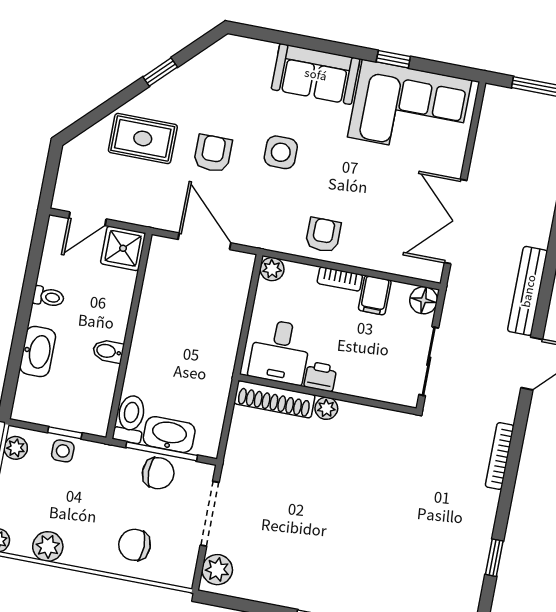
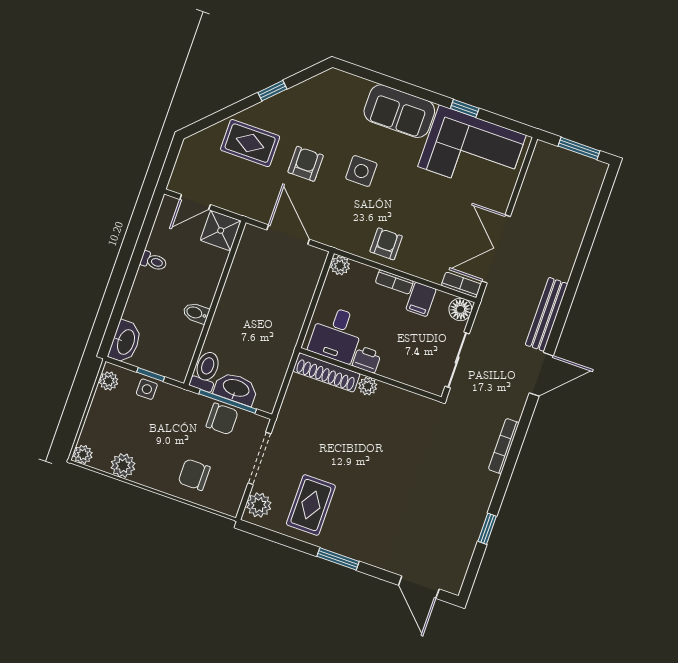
bookcase: (420, 271) -> (461, 285), added
washbasin: (38, 352) -> (125, 342), moved
rug: (279, 560) -> (311, 505), added

